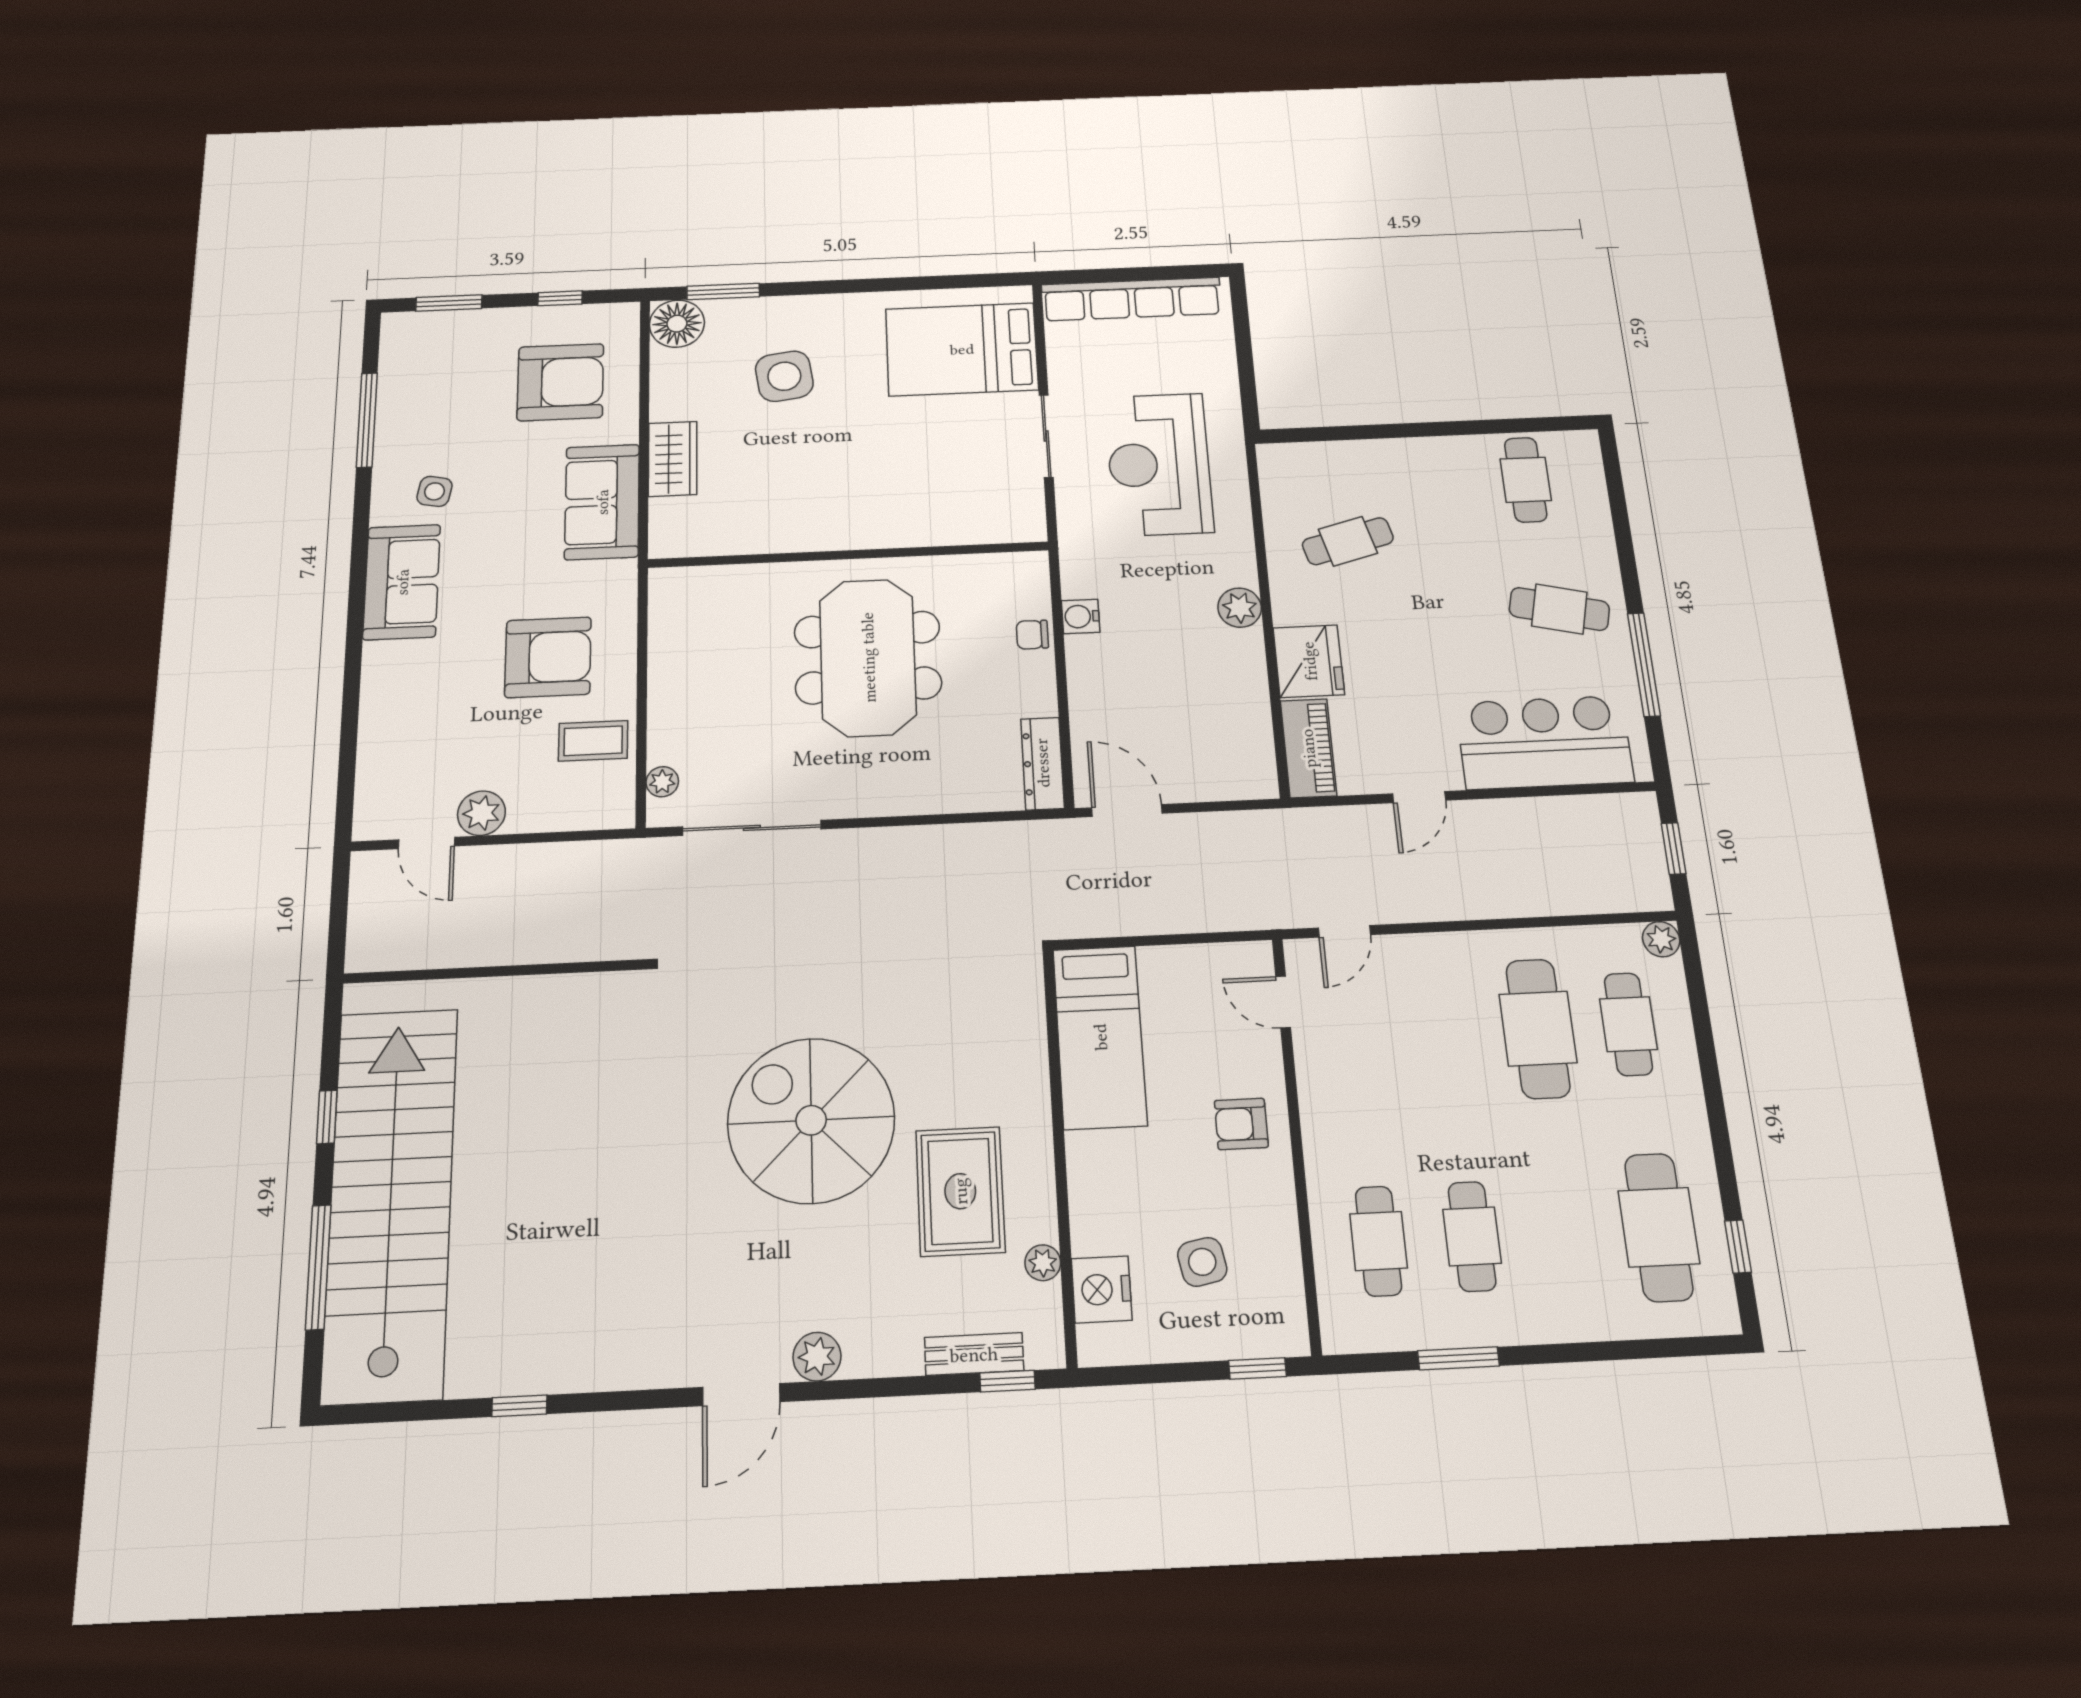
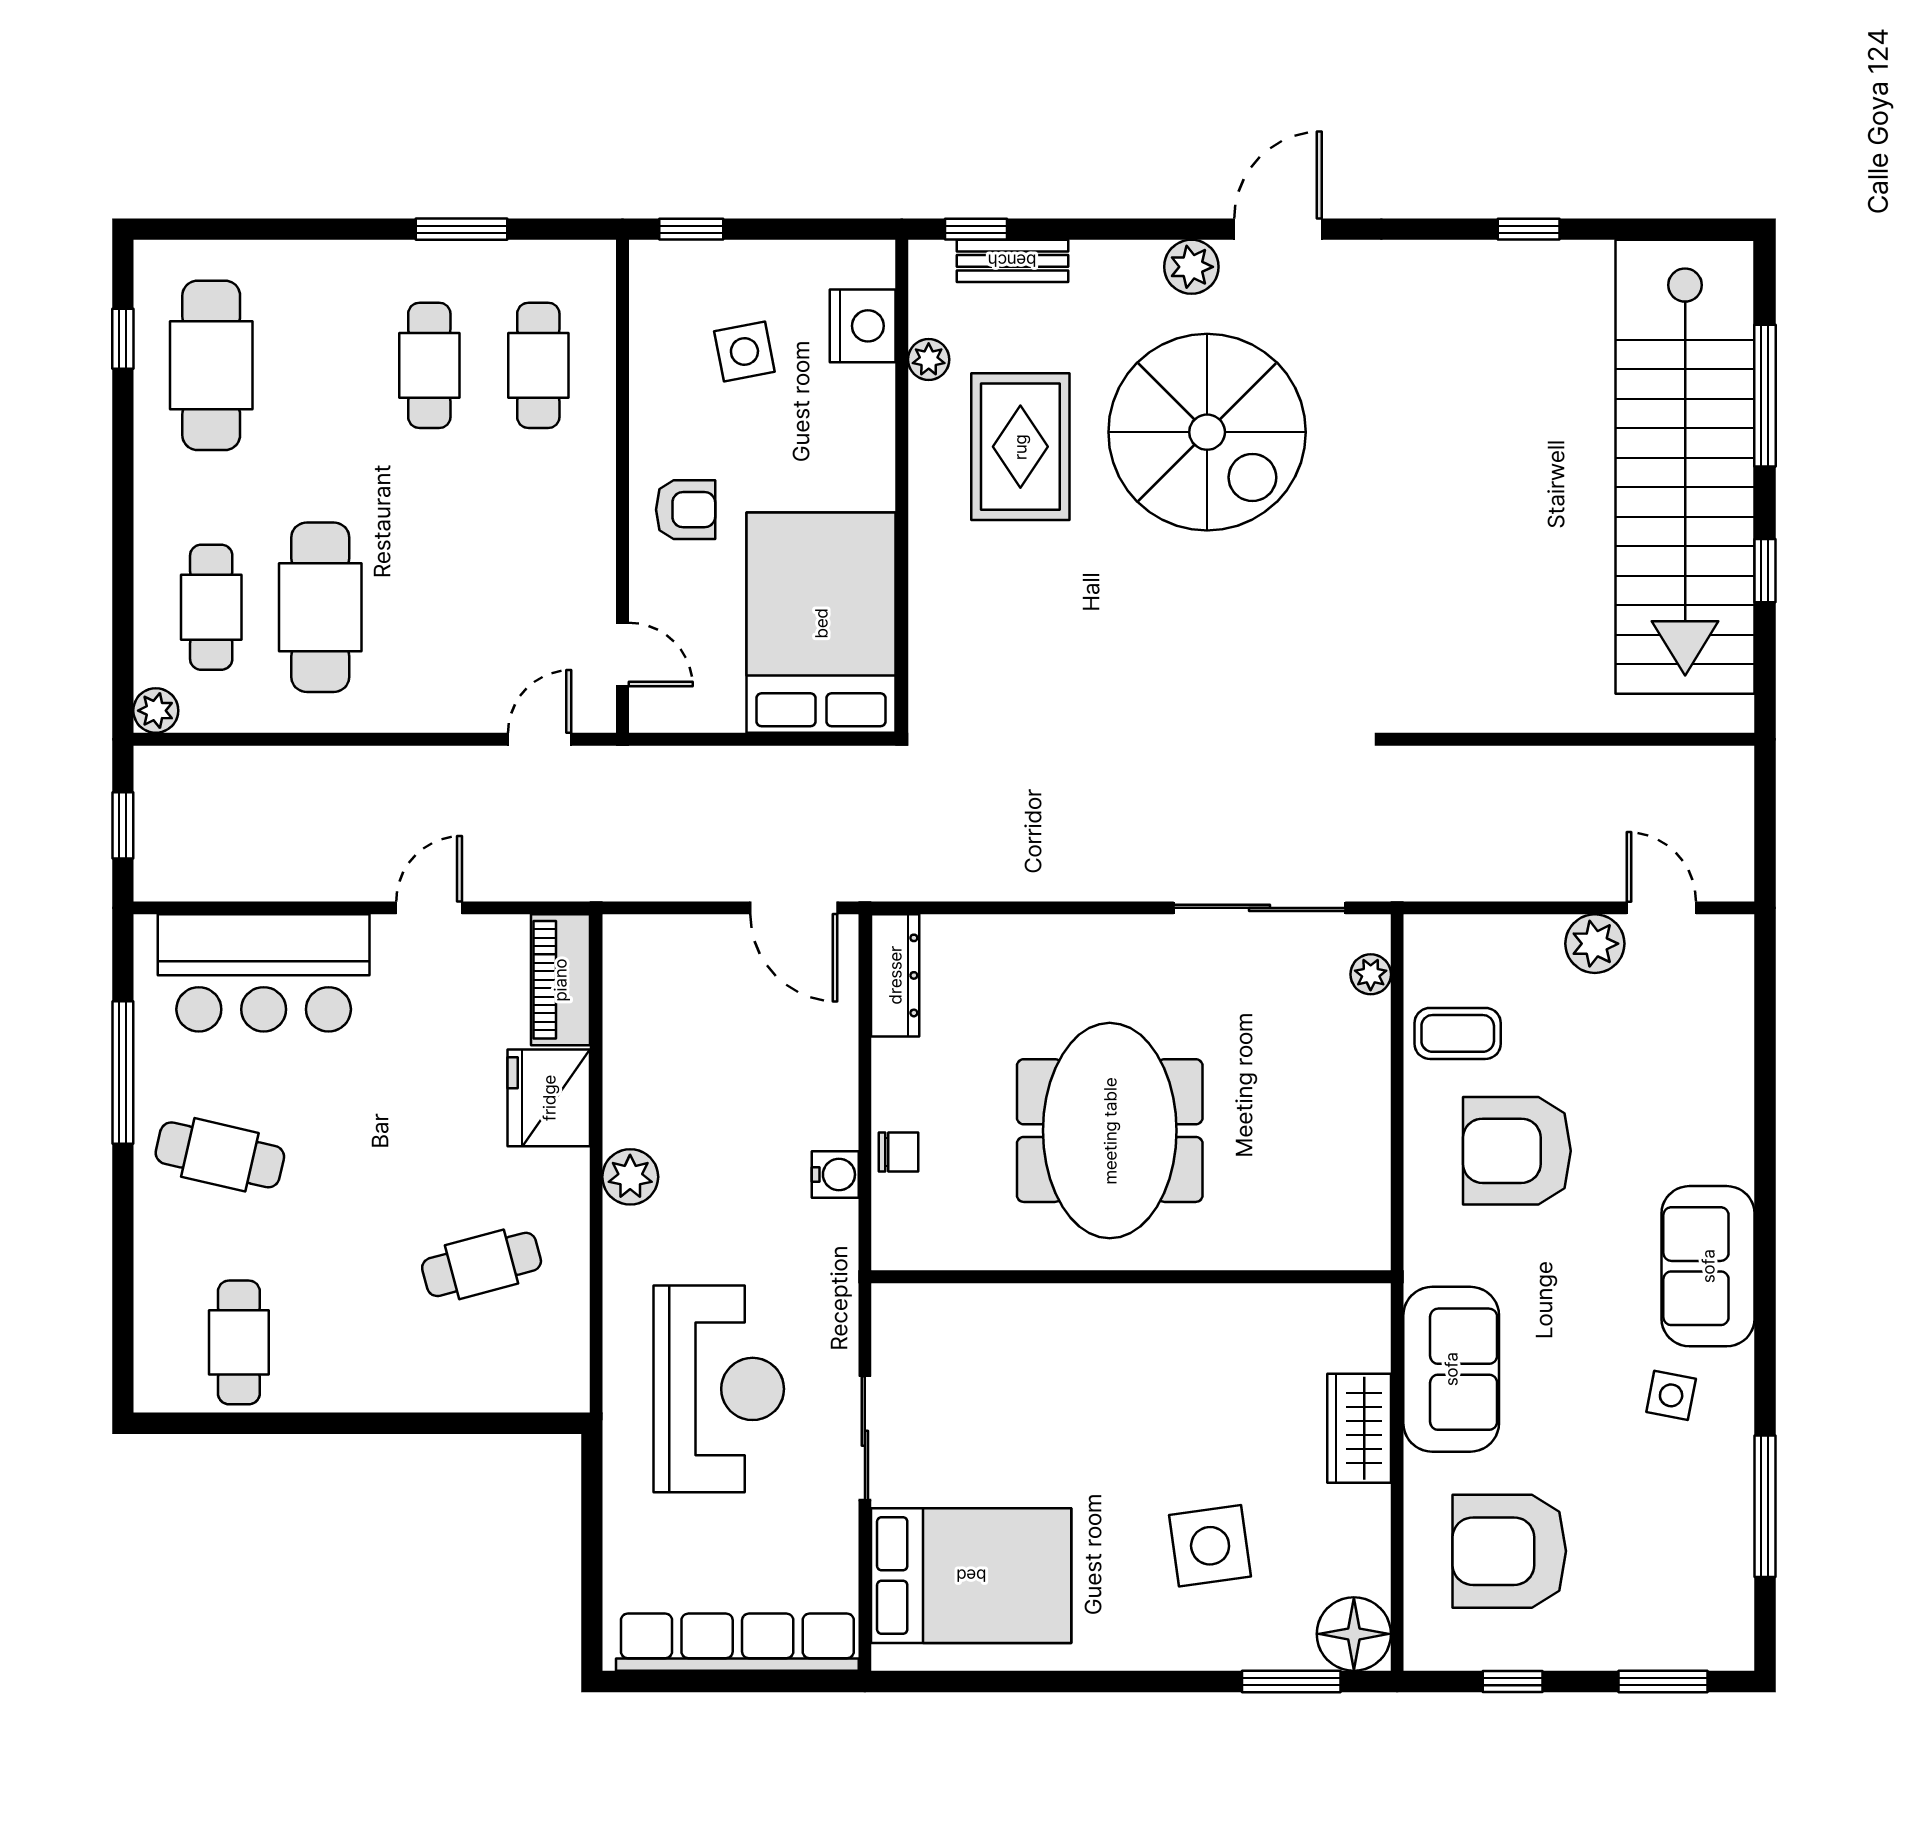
bed: (1100, 1037) -> (821, 623), width x1.50
spiral stairs: (811, 1120) -> (1207, 432), moved

